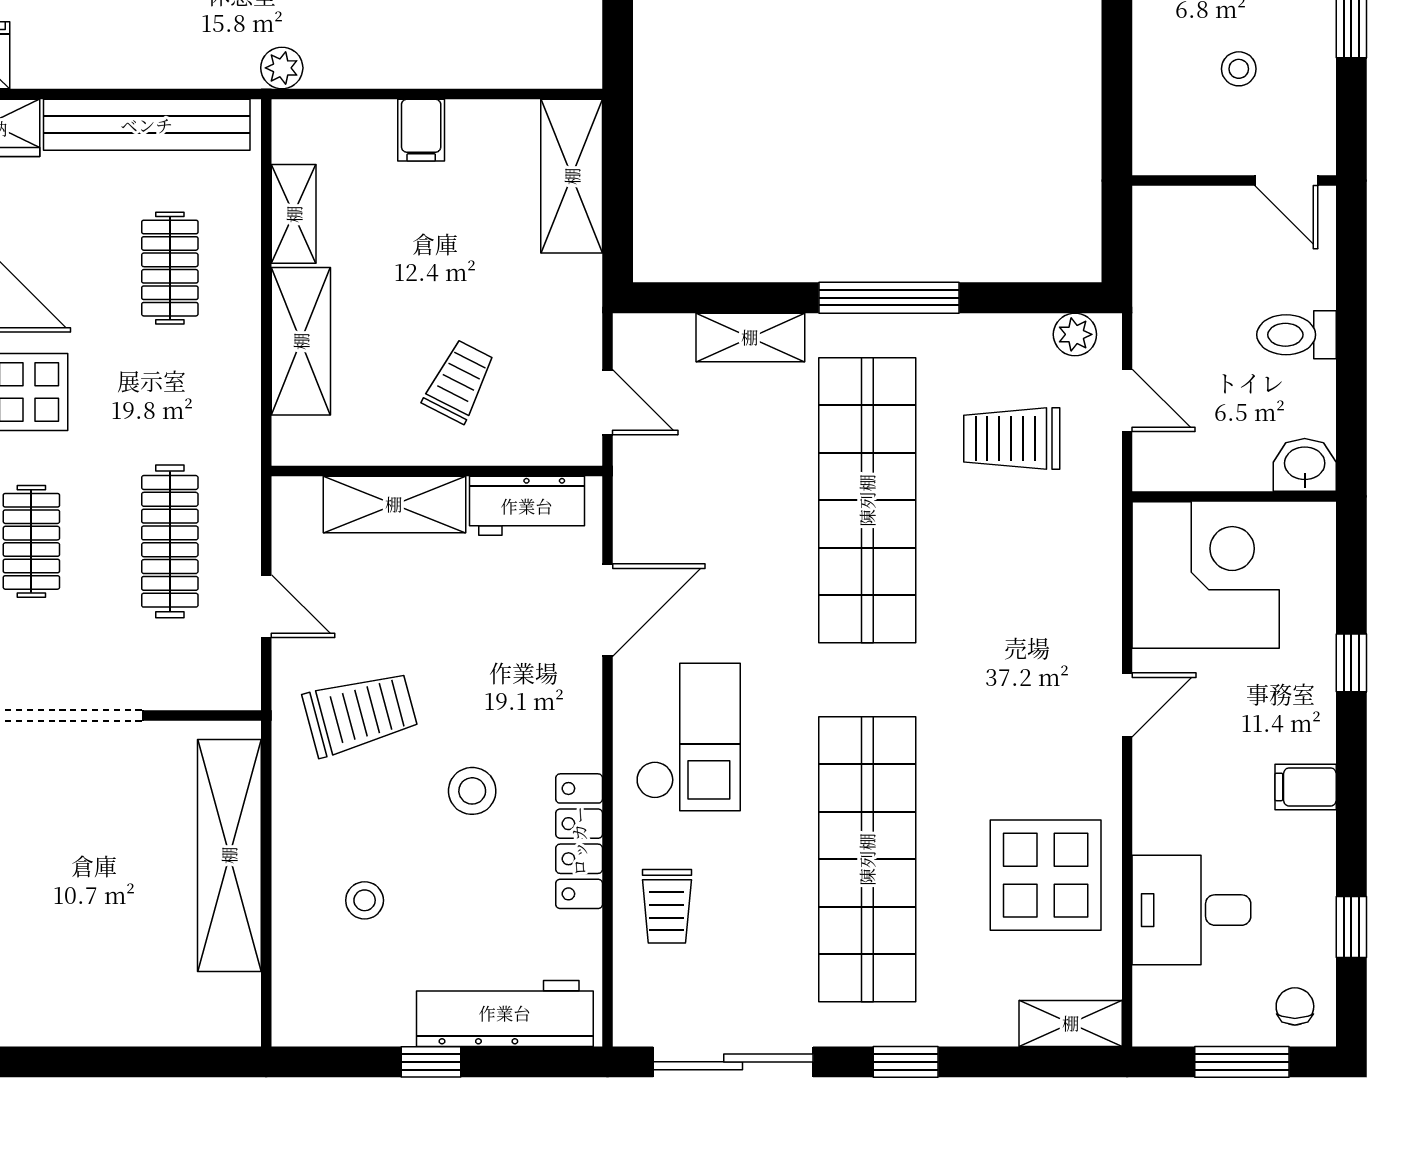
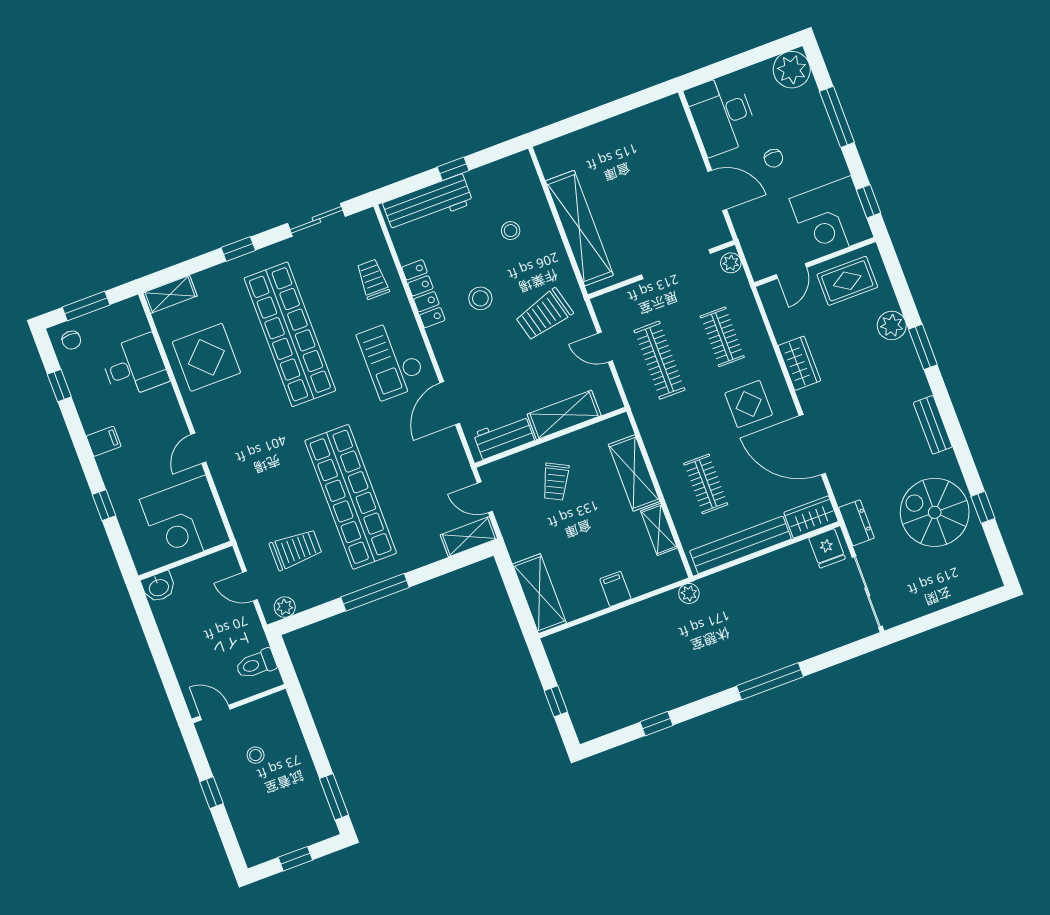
toilet: (1296, 335) -> (256, 664), moved, turned 180
shelving: (750, 337) -> (469, 537), moved
sliding door: (733, 1062) -> (316, 220), width x0.73

